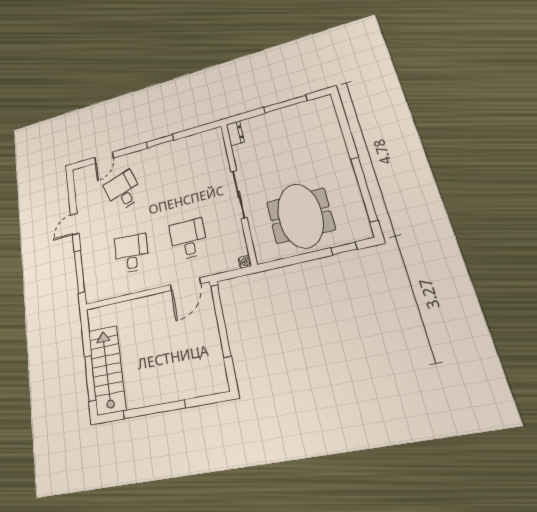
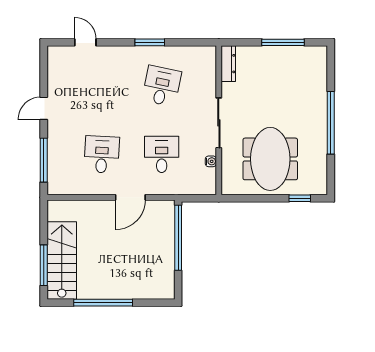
dresser: (235, 133) -> (228, 64), width x1.44
door: (104, 158) -> (85, 42), swing flipped
window: (364, 189) -> (331, 123), moved
desk: (123, 191) -> (162, 86), moved, turned 30
water cooler: (245, 262) -> (211, 161), moved
door: (185, 284) -> (130, 197), moved

